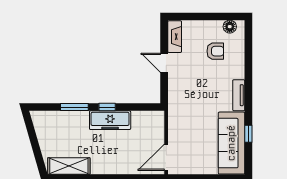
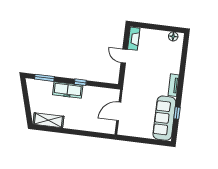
armchair: (215, 51) -> (161, 52), removed
window: (74, 107) -> (44, 78), moved
freezer: (110, 120) -> (68, 90), moved
door: (166, 157) -> (119, 111), moved

